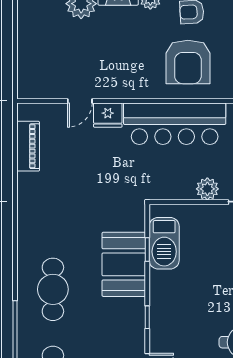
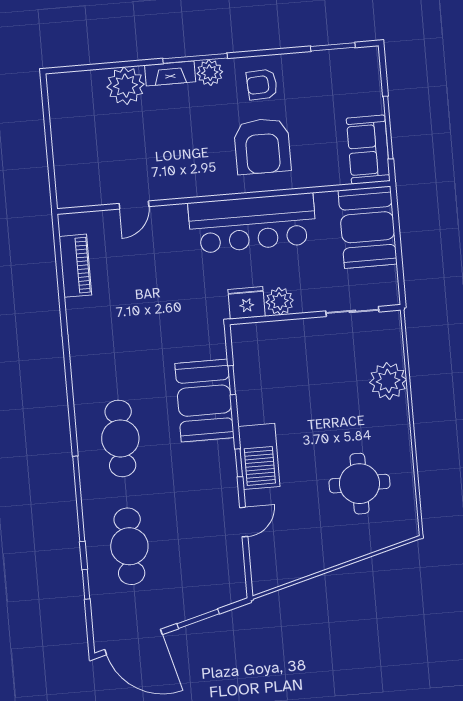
fridge: (108, 115) -> (247, 303), moved, turned 180
plant: (207, 189) -> (280, 301), moved
barbecue: (164, 243) -> (259, 456), moved

